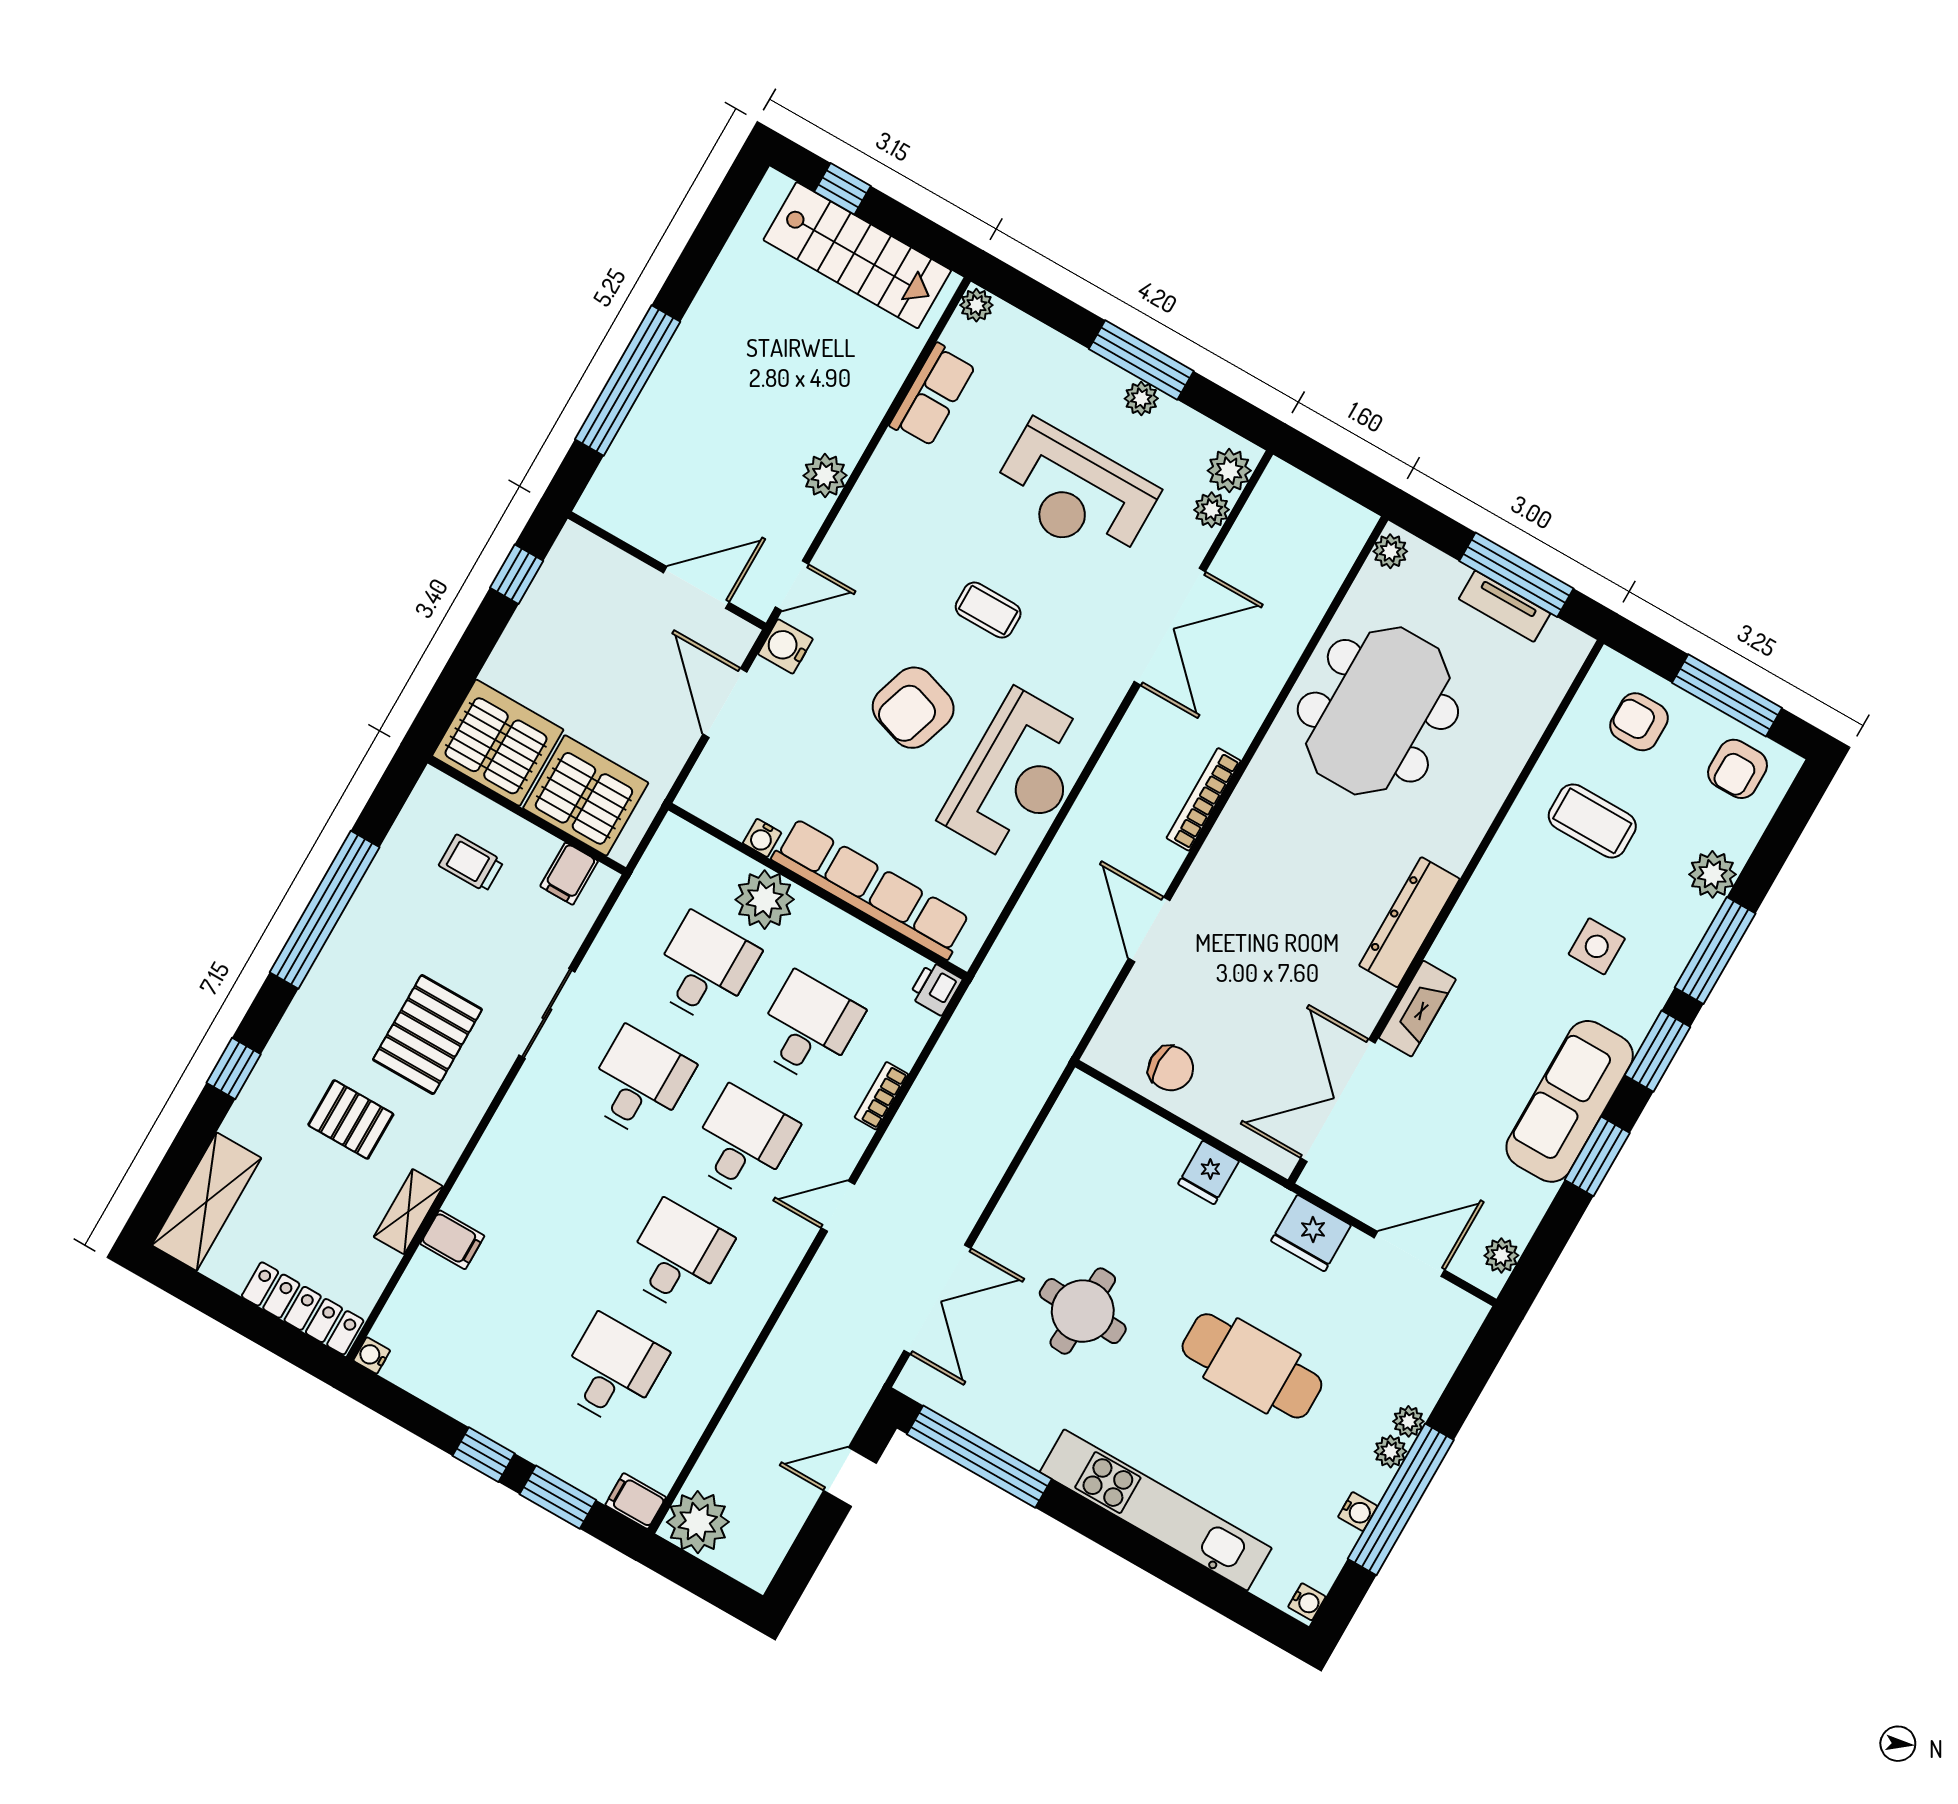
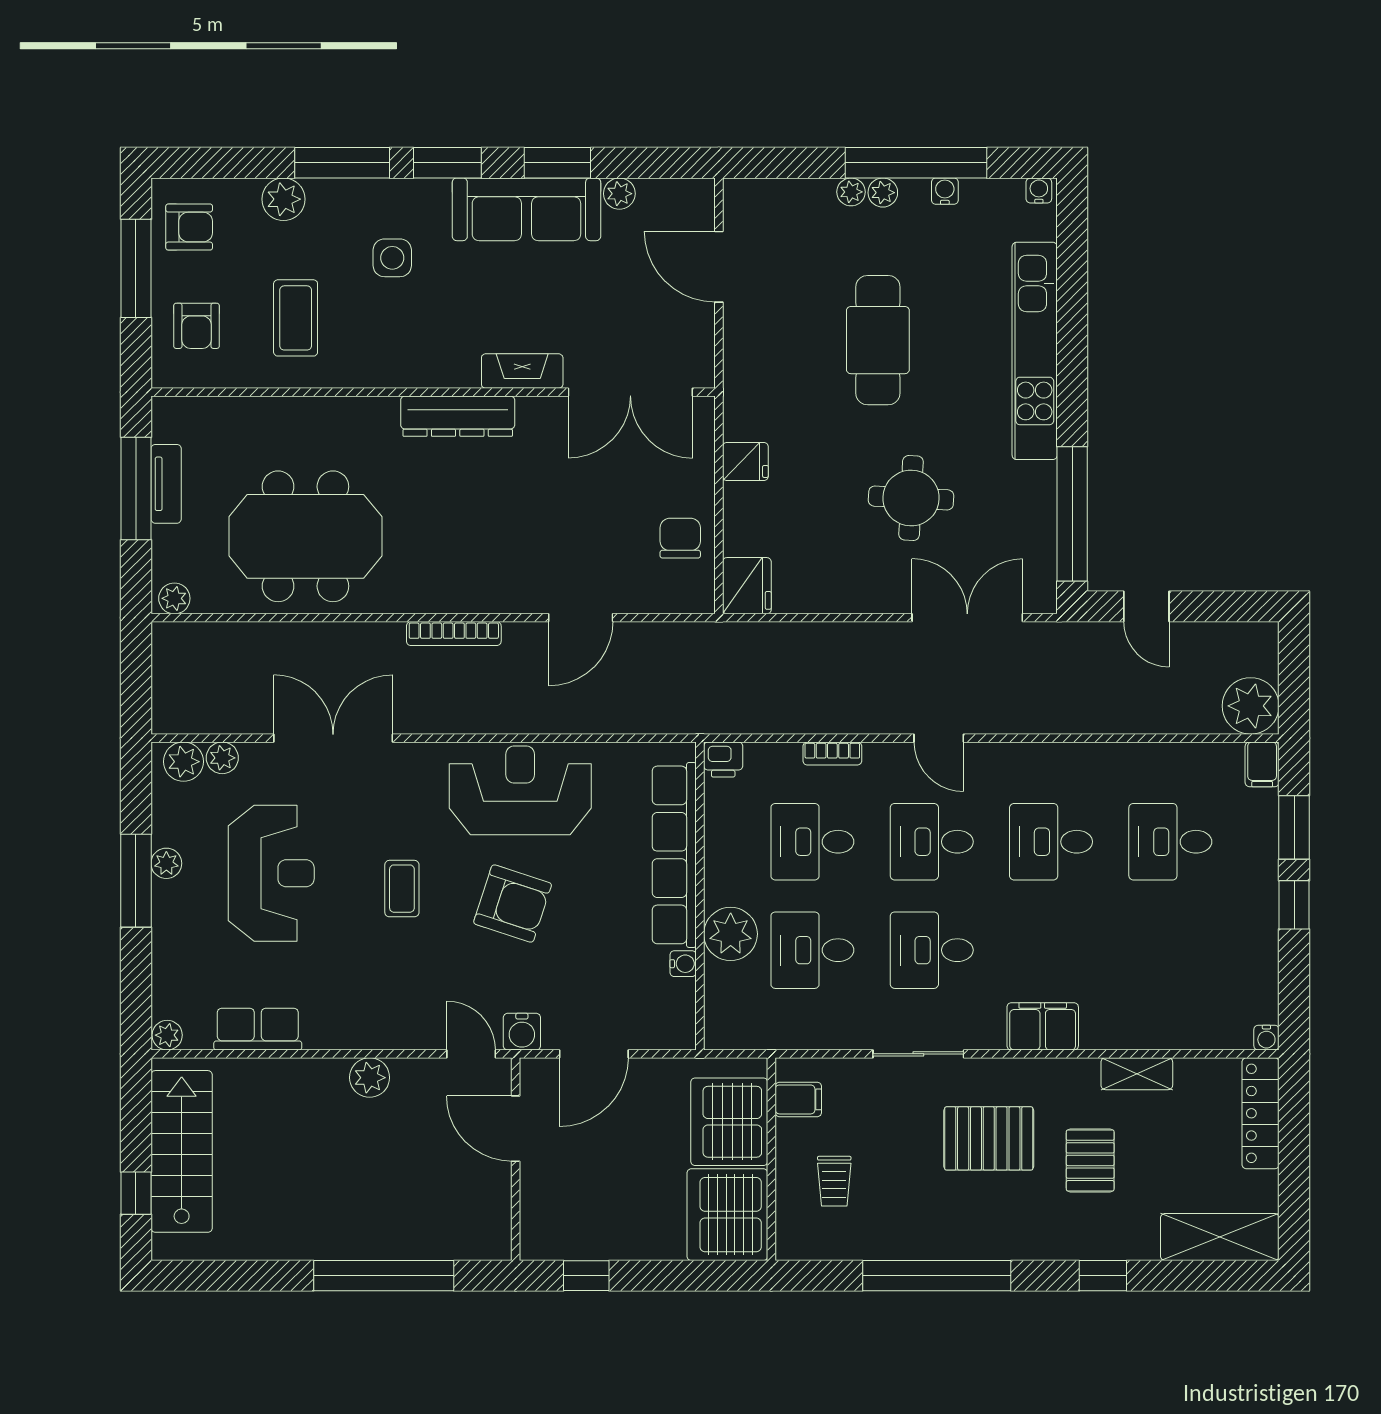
fridge: (1311, 1233) -> (747, 586), moved
filing cabinet: (452, 1240) -> (1043, 1026), moved, width x2.00
plant: (1501, 1255) -> (619, 194), moved

